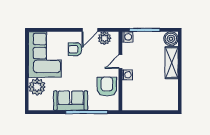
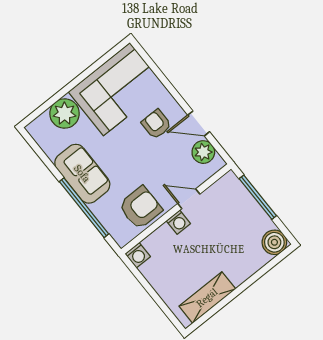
washing machine: (127, 37) -> (138, 255), moved
shelving: (172, 63) -> (207, 298), moved

